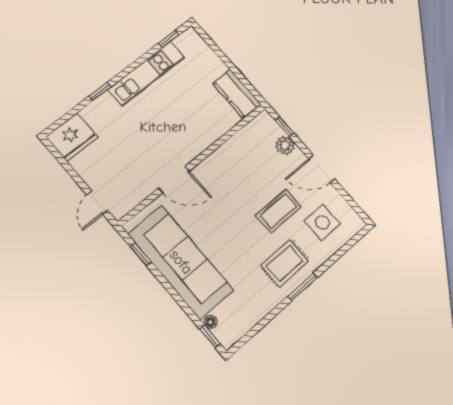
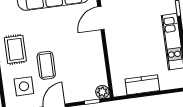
kitchen counter: (237, 94) -> (142, 85), moved
plant: (285, 145) -> (102, 92), moved

